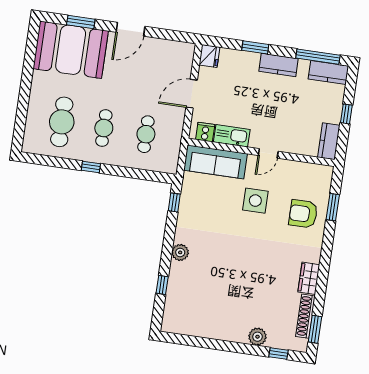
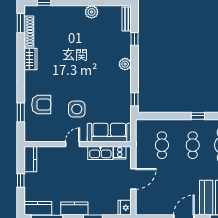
bench: (169, 314) -> (127, 19), added
plant: (257, 337) -> (92, 12), moved

